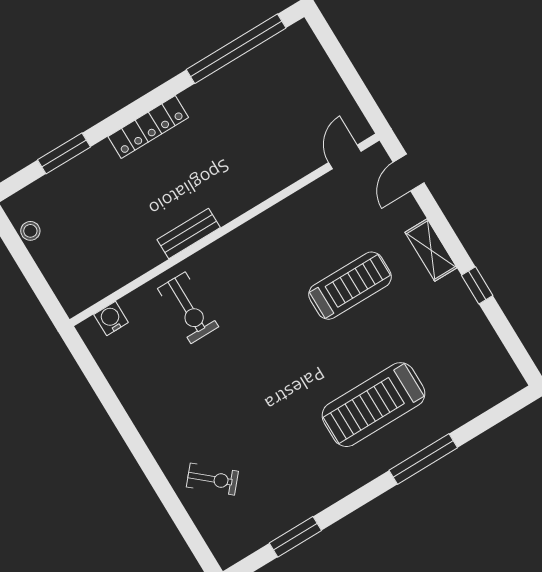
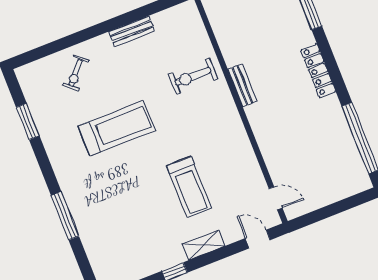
water cooler: (111, 318) -> (195, 24), removed
treadmill: (373, 405) -> (117, 128), moved, turned 90
bench: (138, 408) -> (132, 31), added

